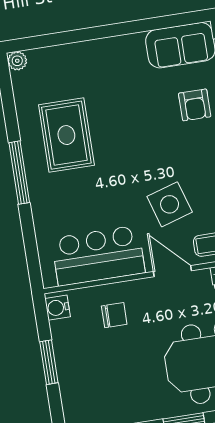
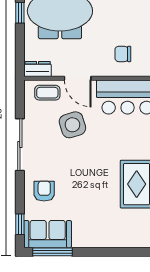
window: (170, 21) -> (53, 252), added

